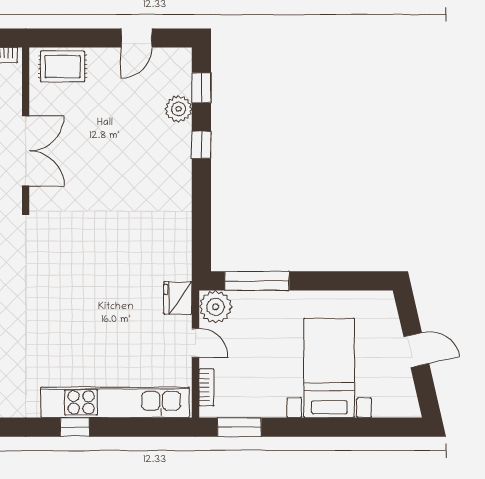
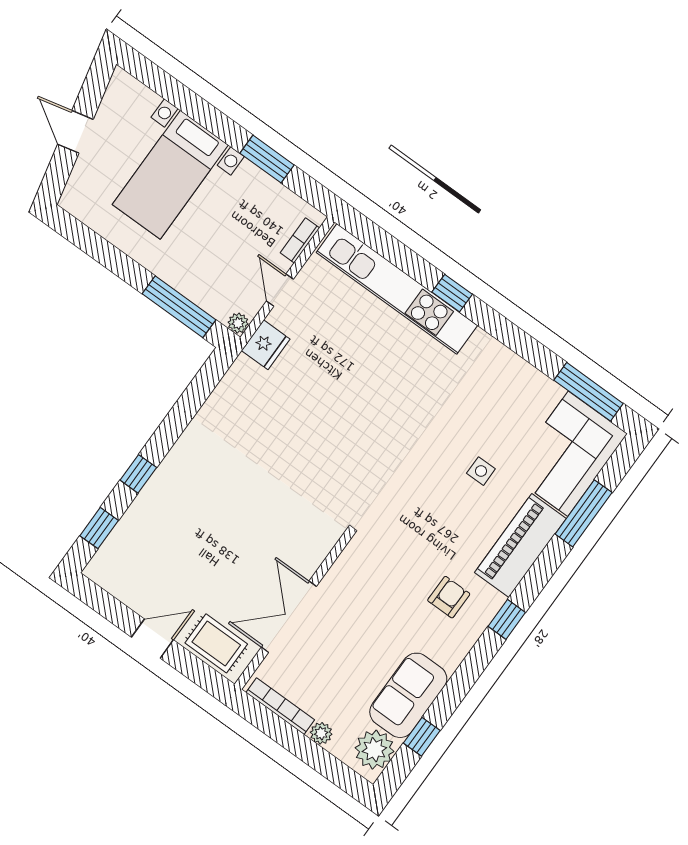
door: (137, 38) -> (152, 639), moved
plant: (179, 109) -> (135, 524), removed
double door: (26, 151) -> (289, 617), moved
plant: (216, 307) -> (238, 323), width x0.53, depth x0.53
window: (239, 427) -> (267, 159), moved

